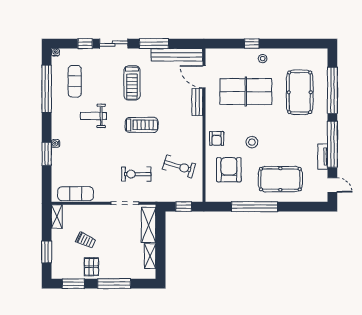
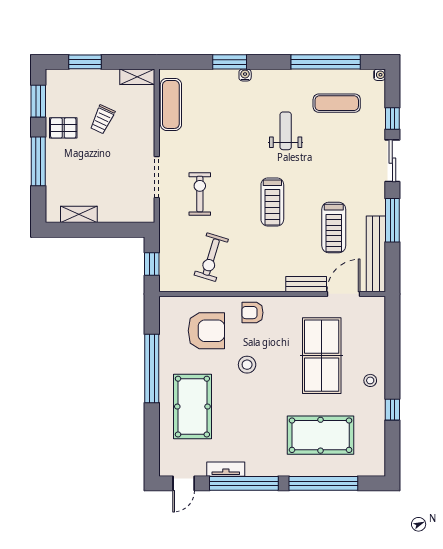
window: (252, 44) -> (392, 410), moved
treadmill: (132, 83) -> (334, 227), moved, turned -90
shelving: (149, 225) -> (125, 212), removed

